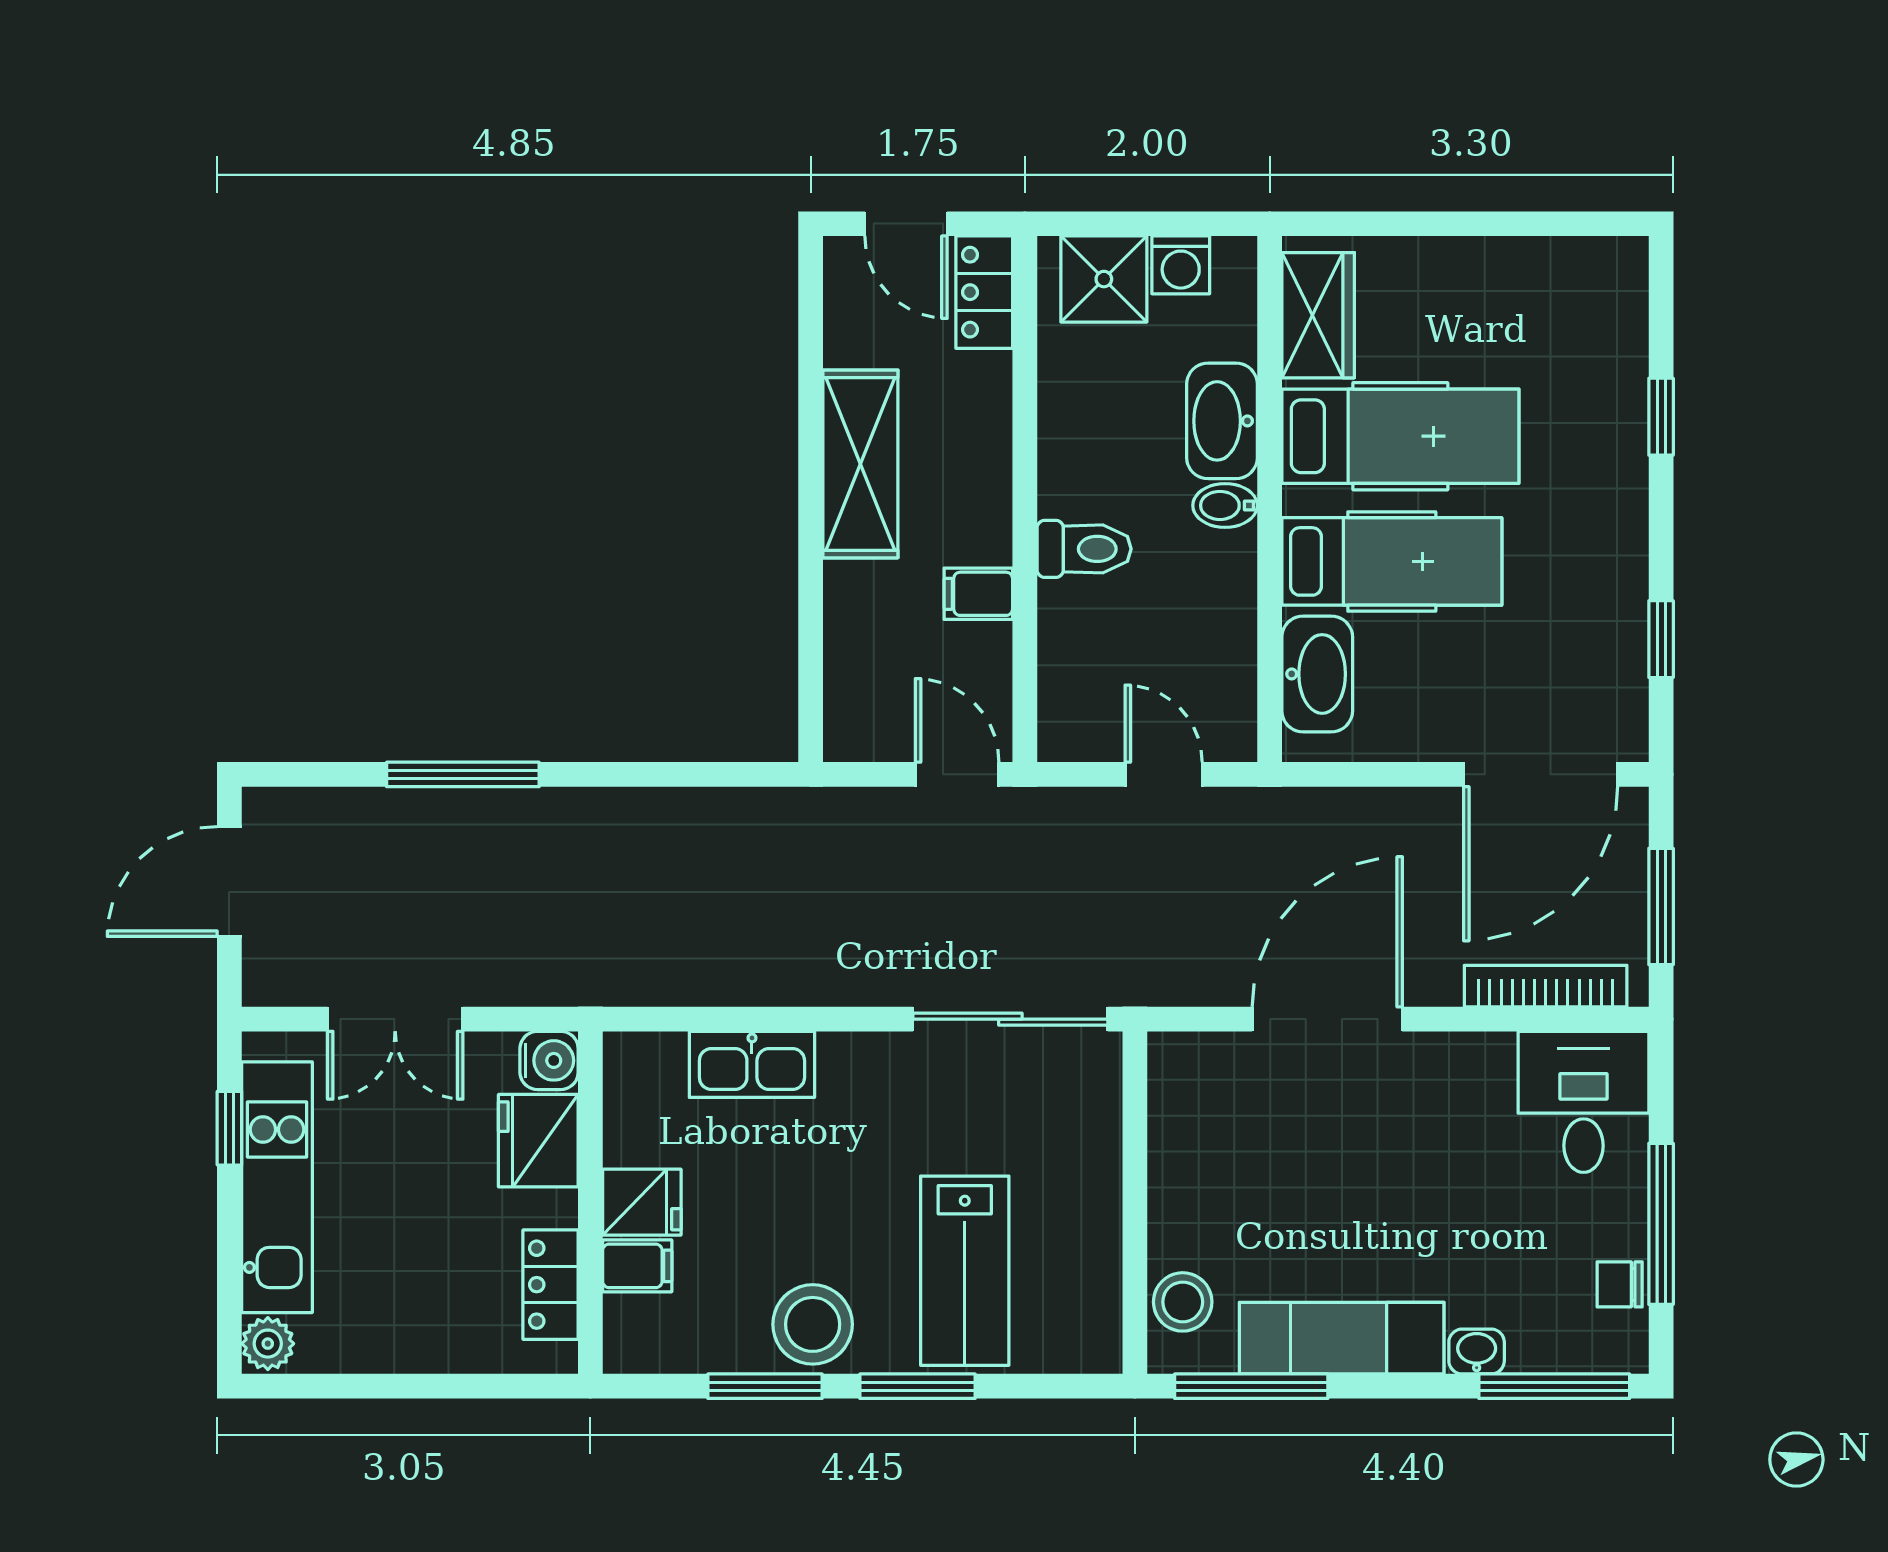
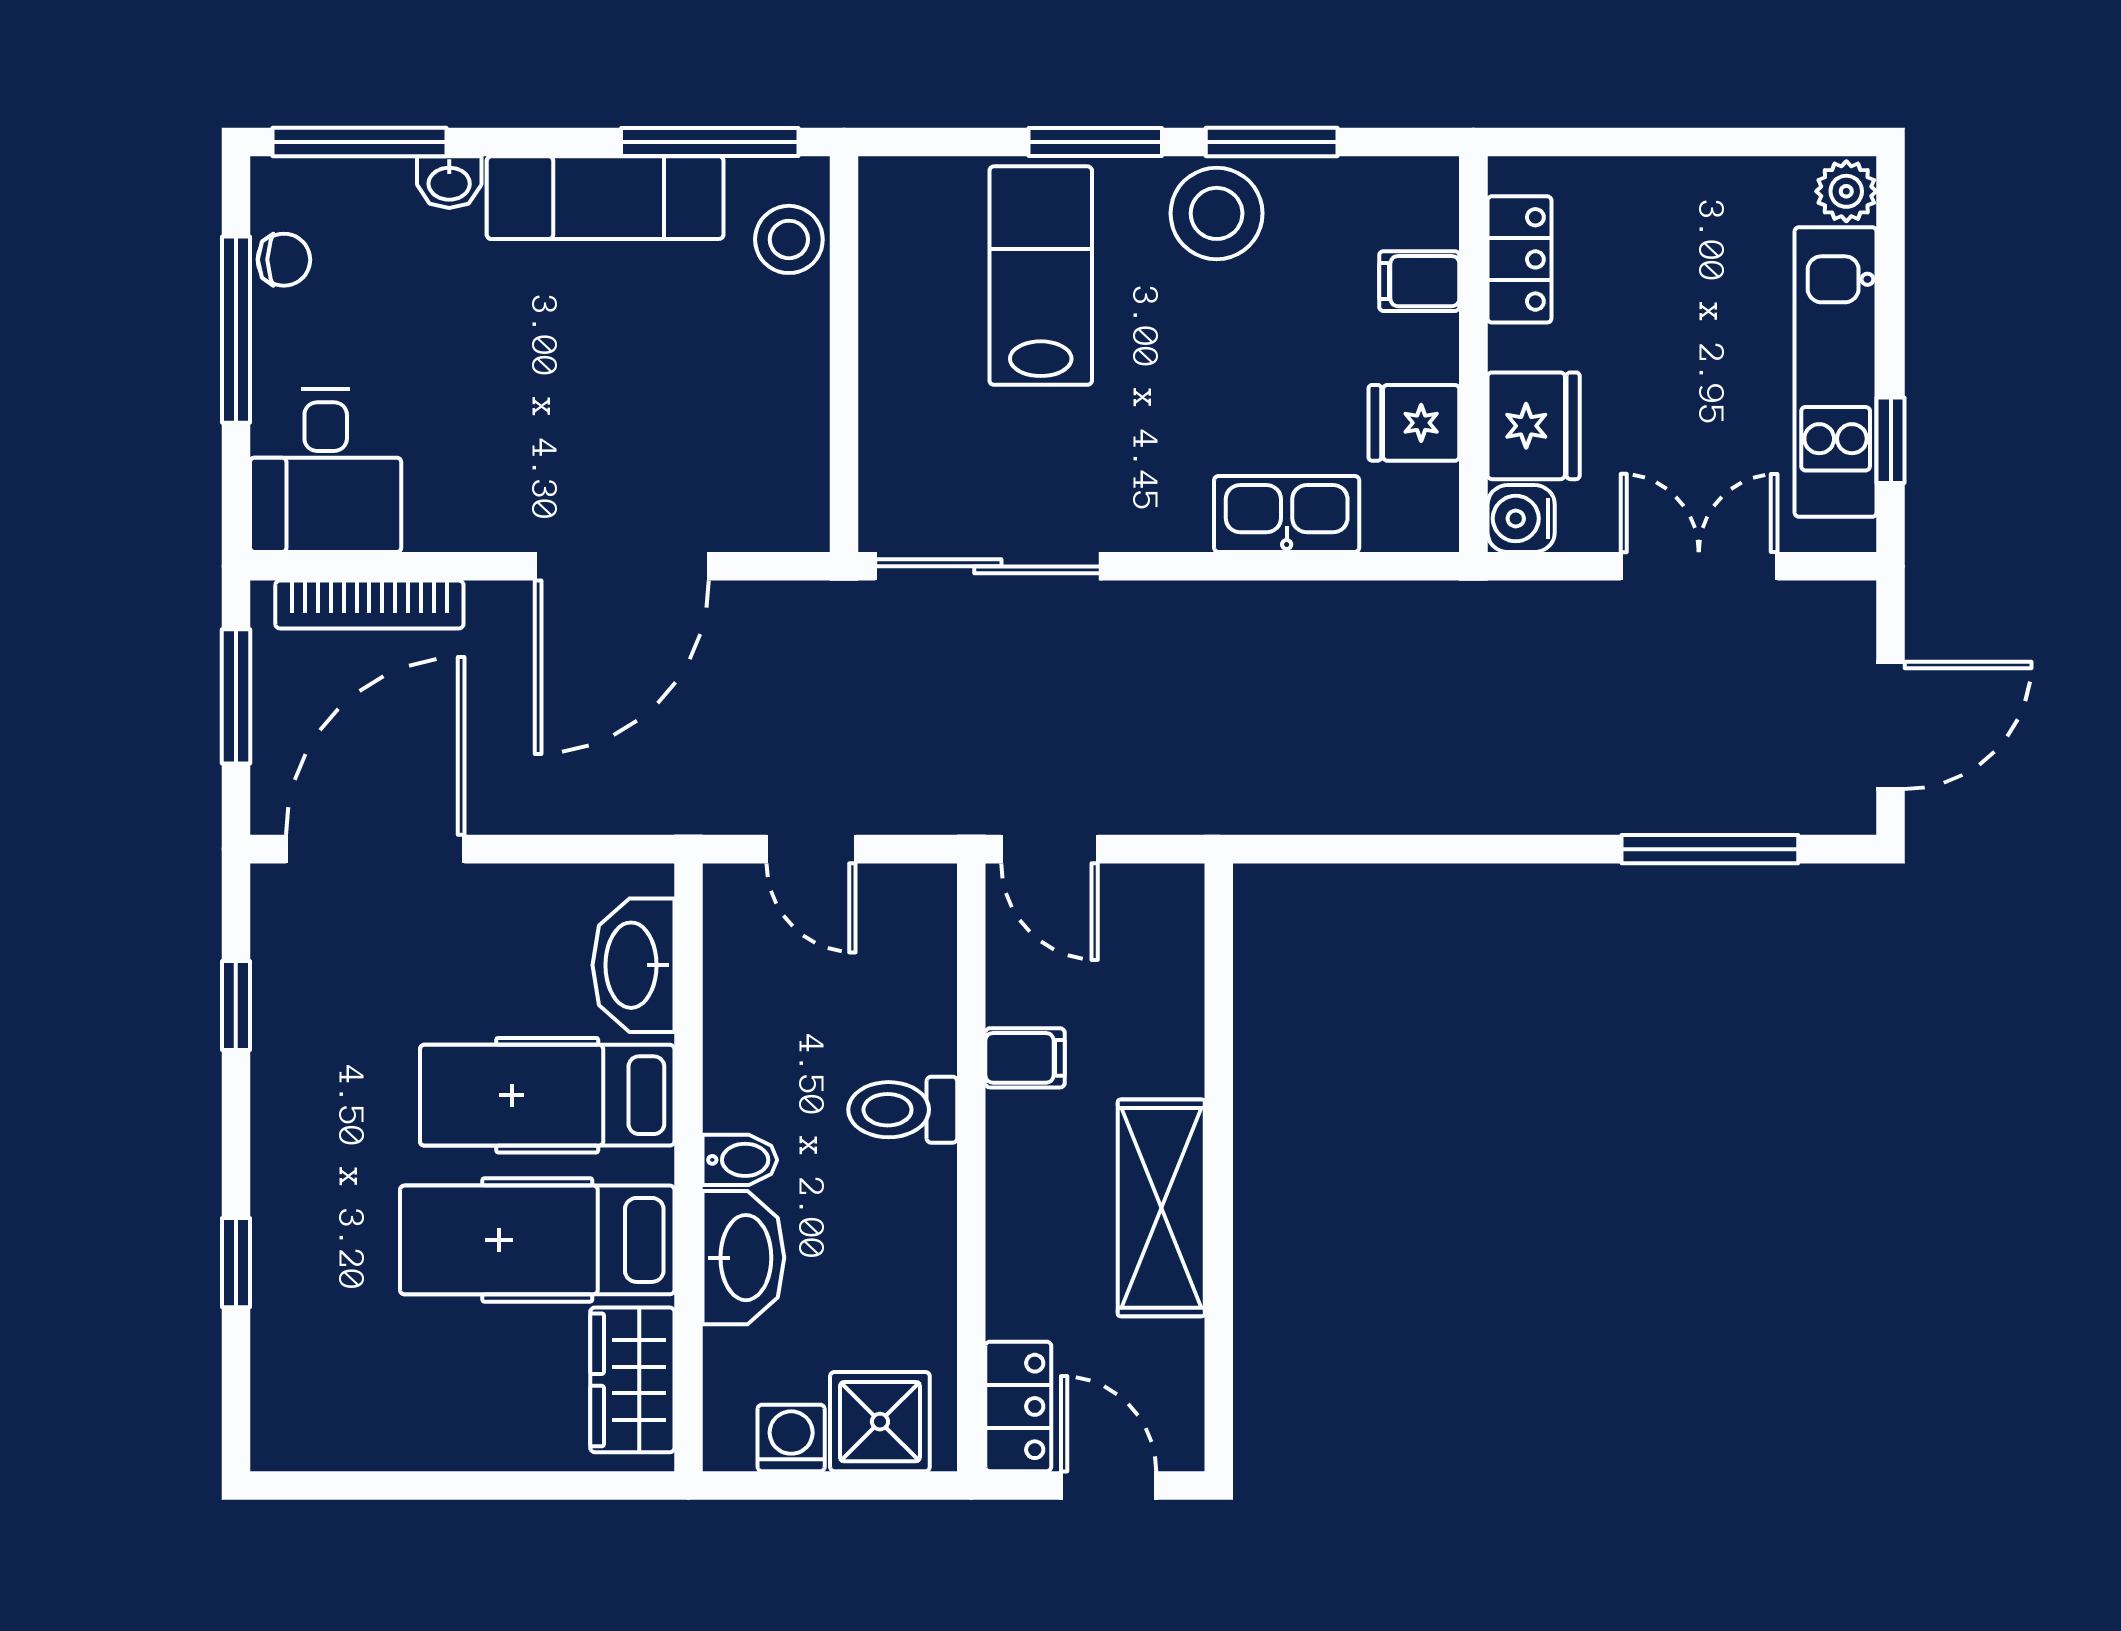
window: (463, 774) -> (1710, 849), moved
fridge: (642, 1202) -> (1414, 423), moved

